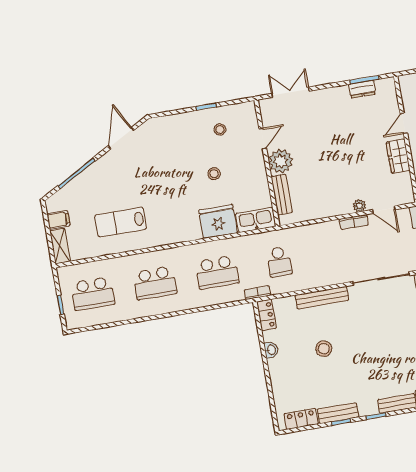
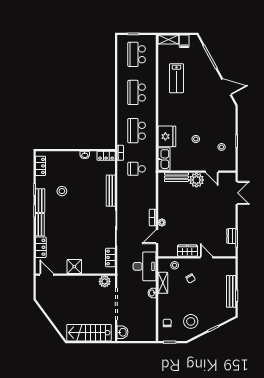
lab bench: (121, 222) -> (176, 78), turned 180
stool: (324, 349) -> (62, 191), moved
bench: (338, 413) -> (40, 201), moved

